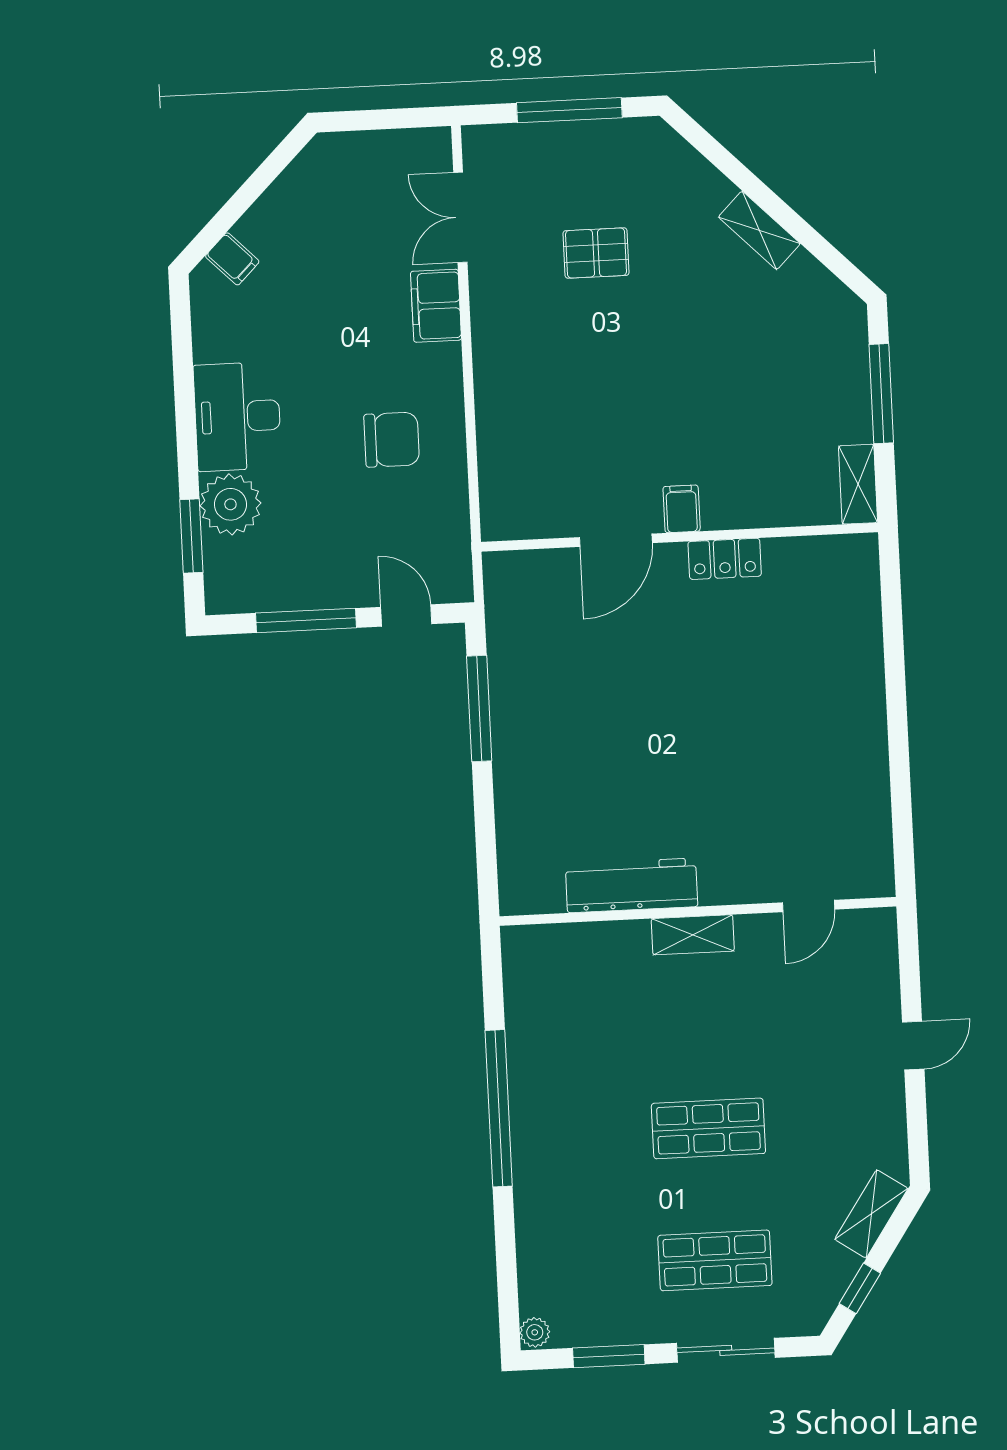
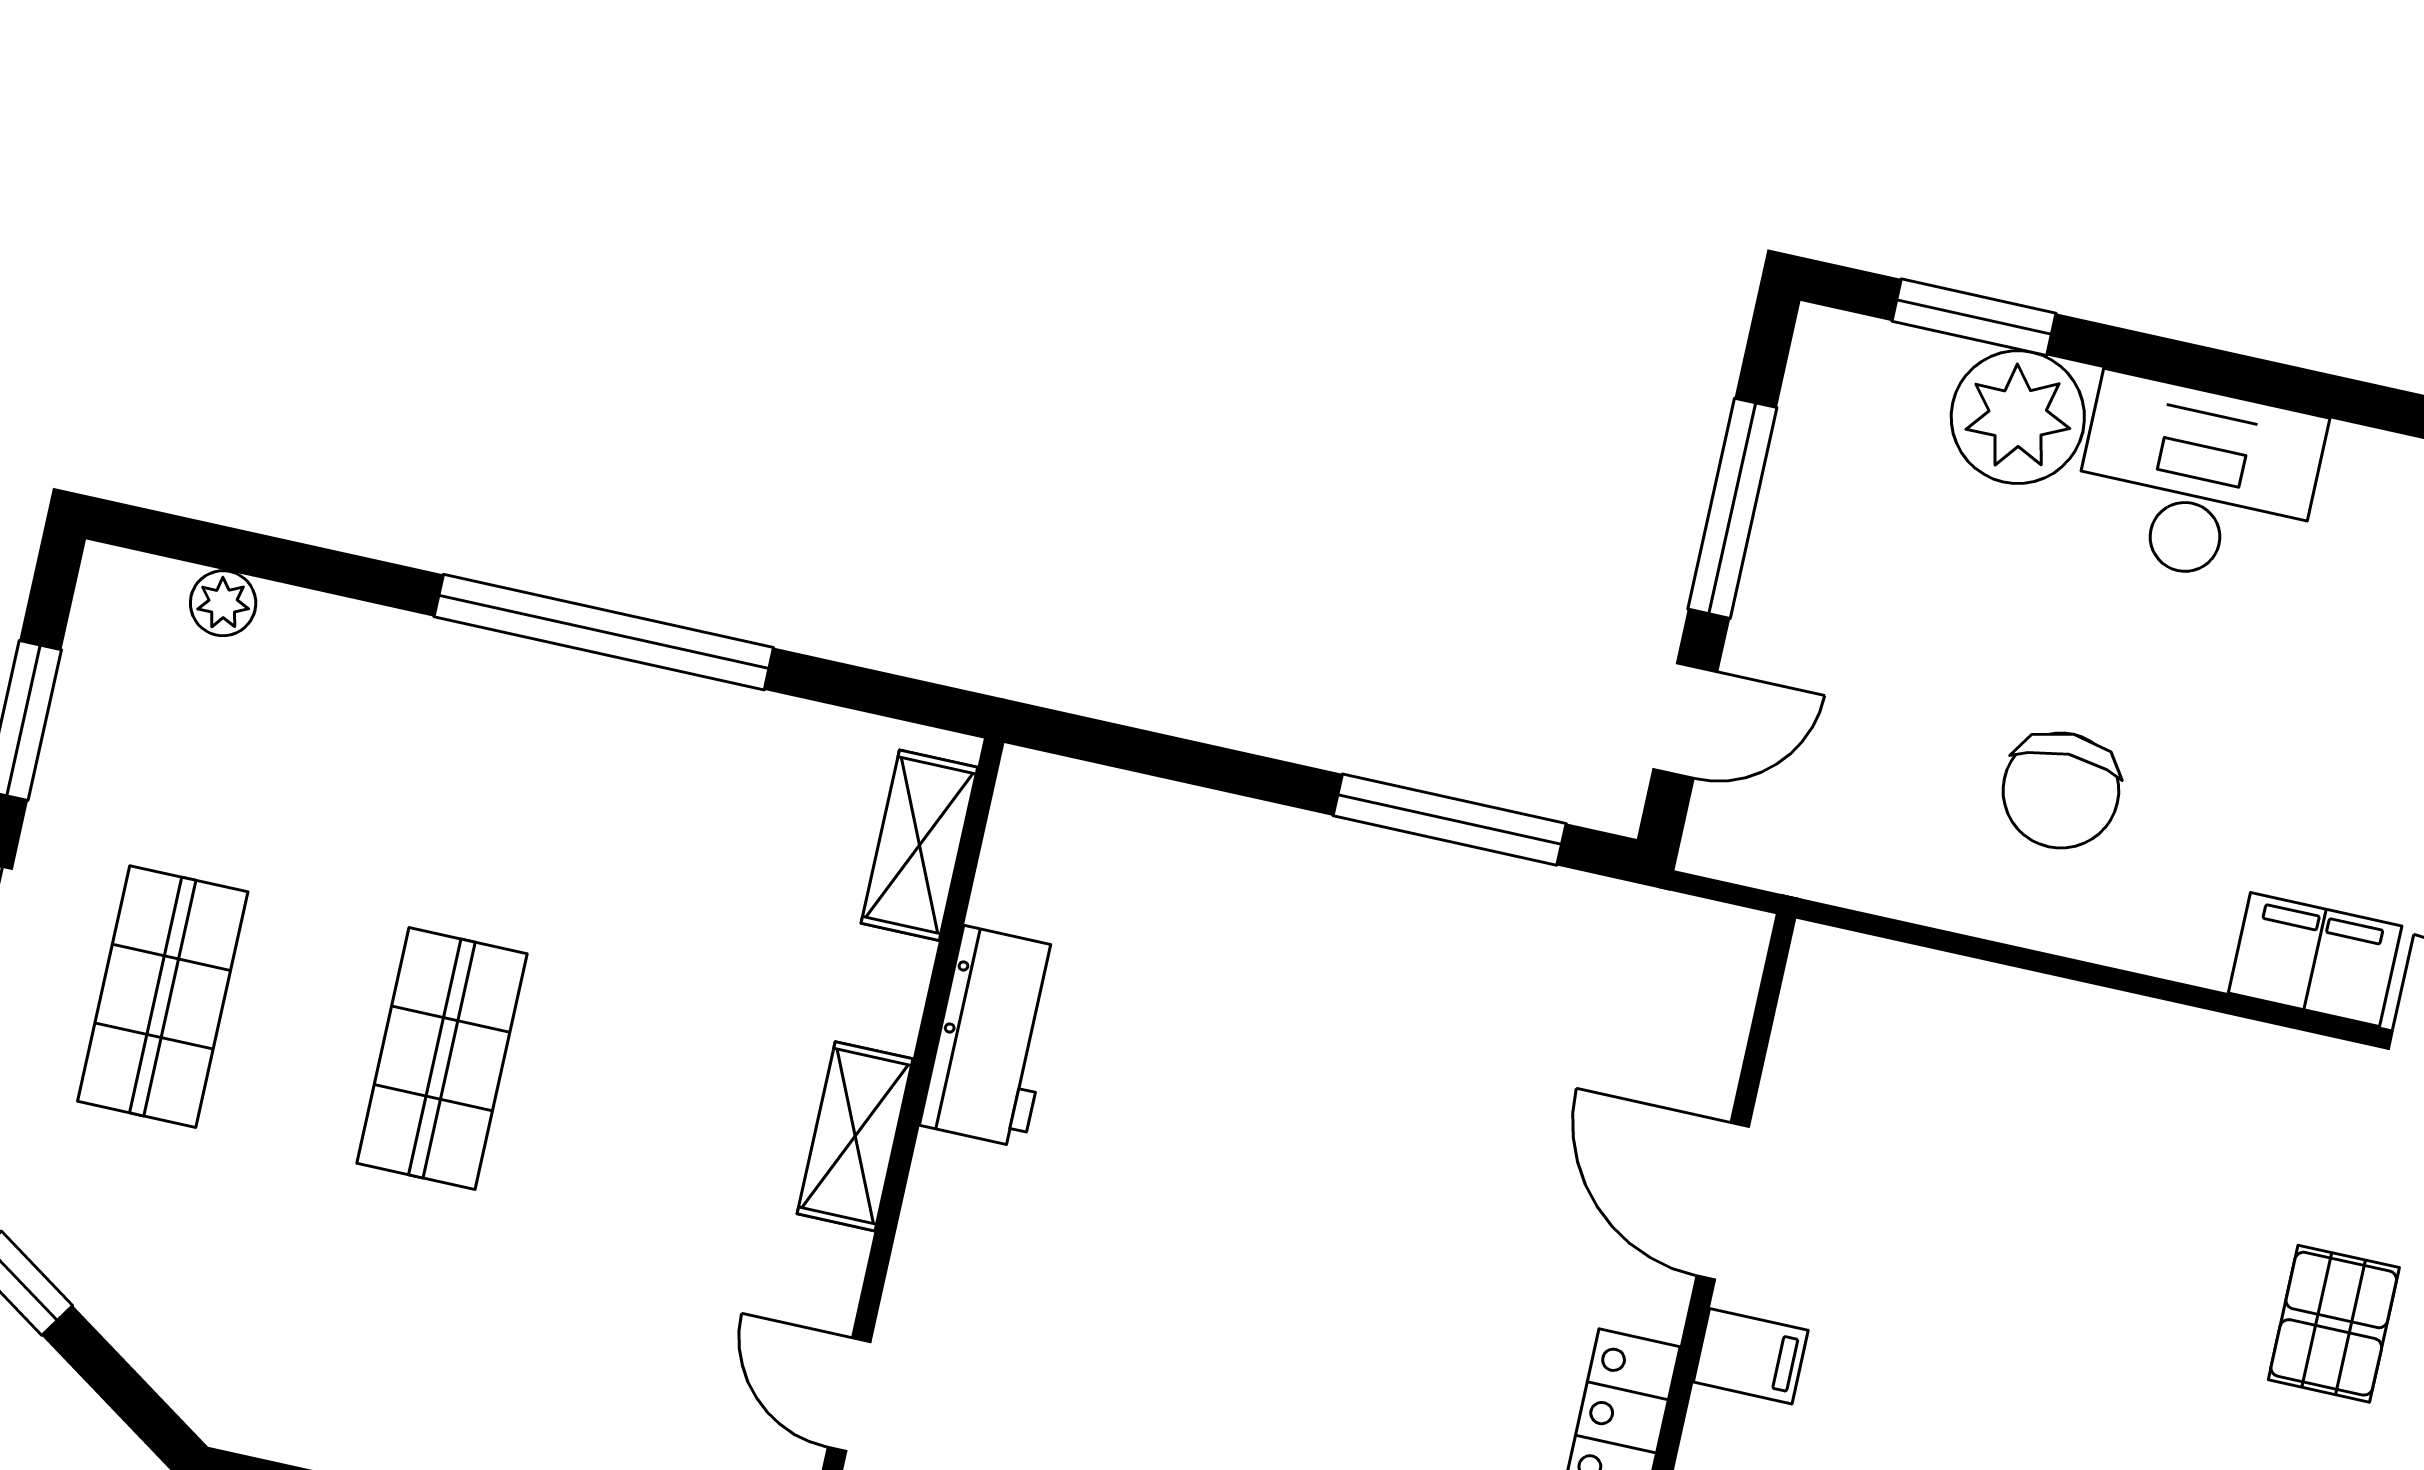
workbench: (632, 885) -> (993, 1037), width x0.73
shelving: (871, 1214) -> (919, 845), moved, turned 56
plant: (535, 1332) -> (223, 603), moved

